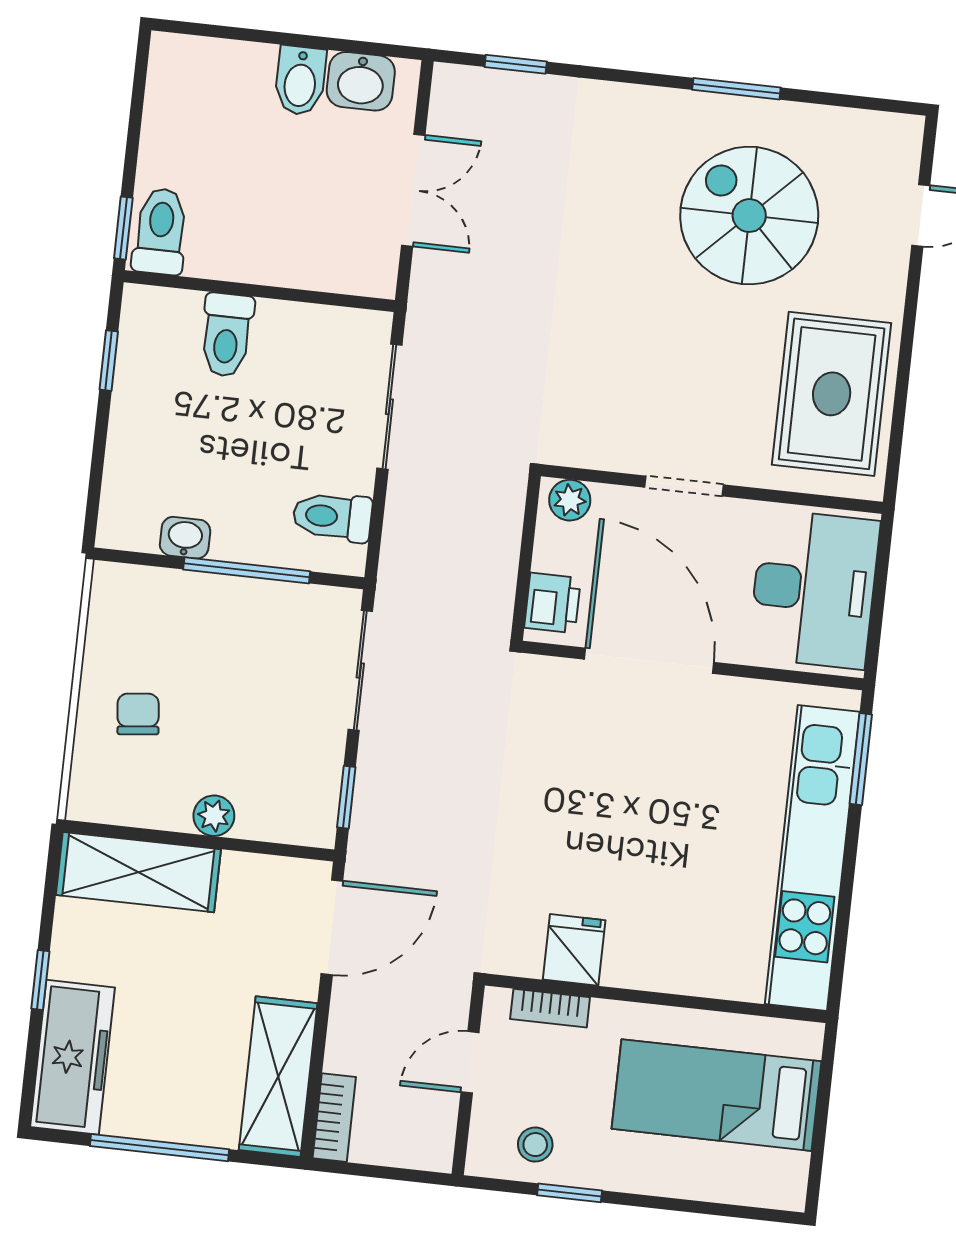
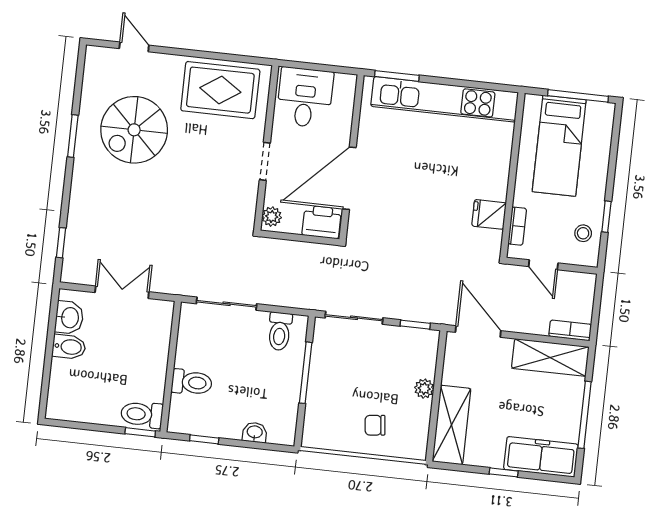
washbasin: (185, 538) -> (255, 432), moved, turned 90
desk: (814, 589) -> (305, 97), width x0.73
printer: (552, 603) -> (322, 222), width x1.36, depth x1.24
window: (819, 1134) -> (578, 96), added

